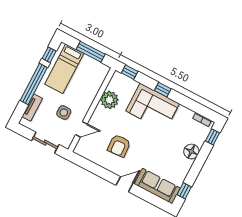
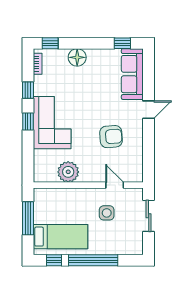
window: (130, 72) -> (28, 90), moved
tv unit: (32, 108) -> (119, 249), removed
door: (124, 184) -> (149, 110), swing flipped

